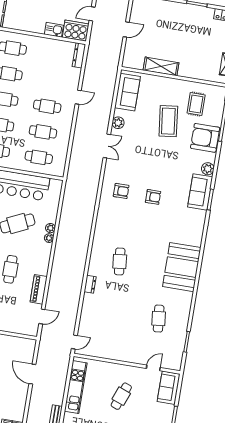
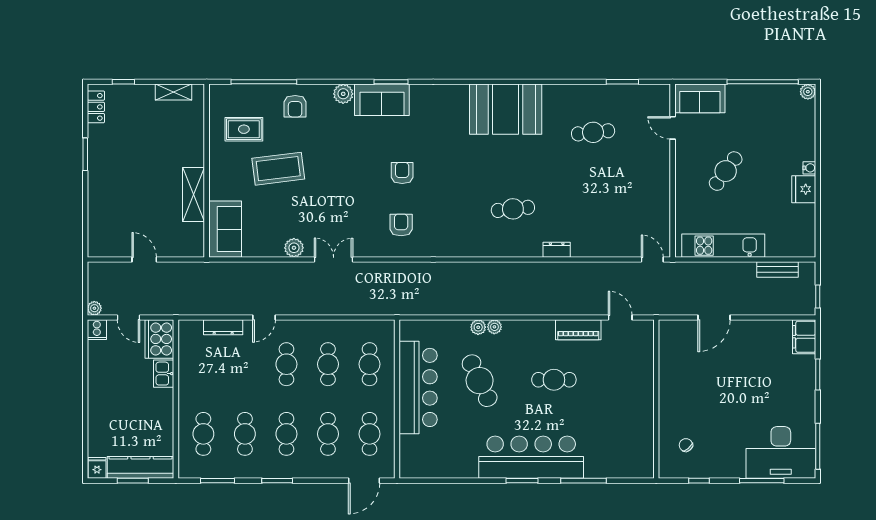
dresser: (79, 55) -> (223, 327), moved
sofa: (127, 92) -> (225, 229), moved, turned 90
door: (78, 97) -> (264, 317), swing flipped
armchair: (205, 138) -> (295, 106), width x0.53, depth x0.53
cafe table: (121, 396) -> (726, 171), turned -75

